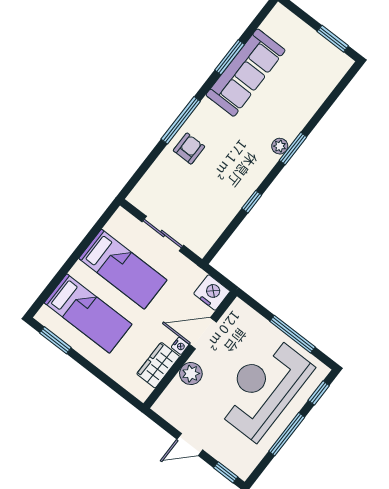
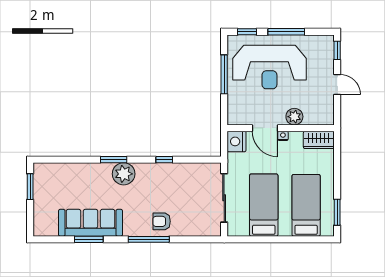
plant: (280, 146) -> (124, 174), width x1.88, depth x1.88
sliding door: (163, 234) -> (224, 198), width x1.37
wardrobe: (158, 365) -> (319, 140), moved

